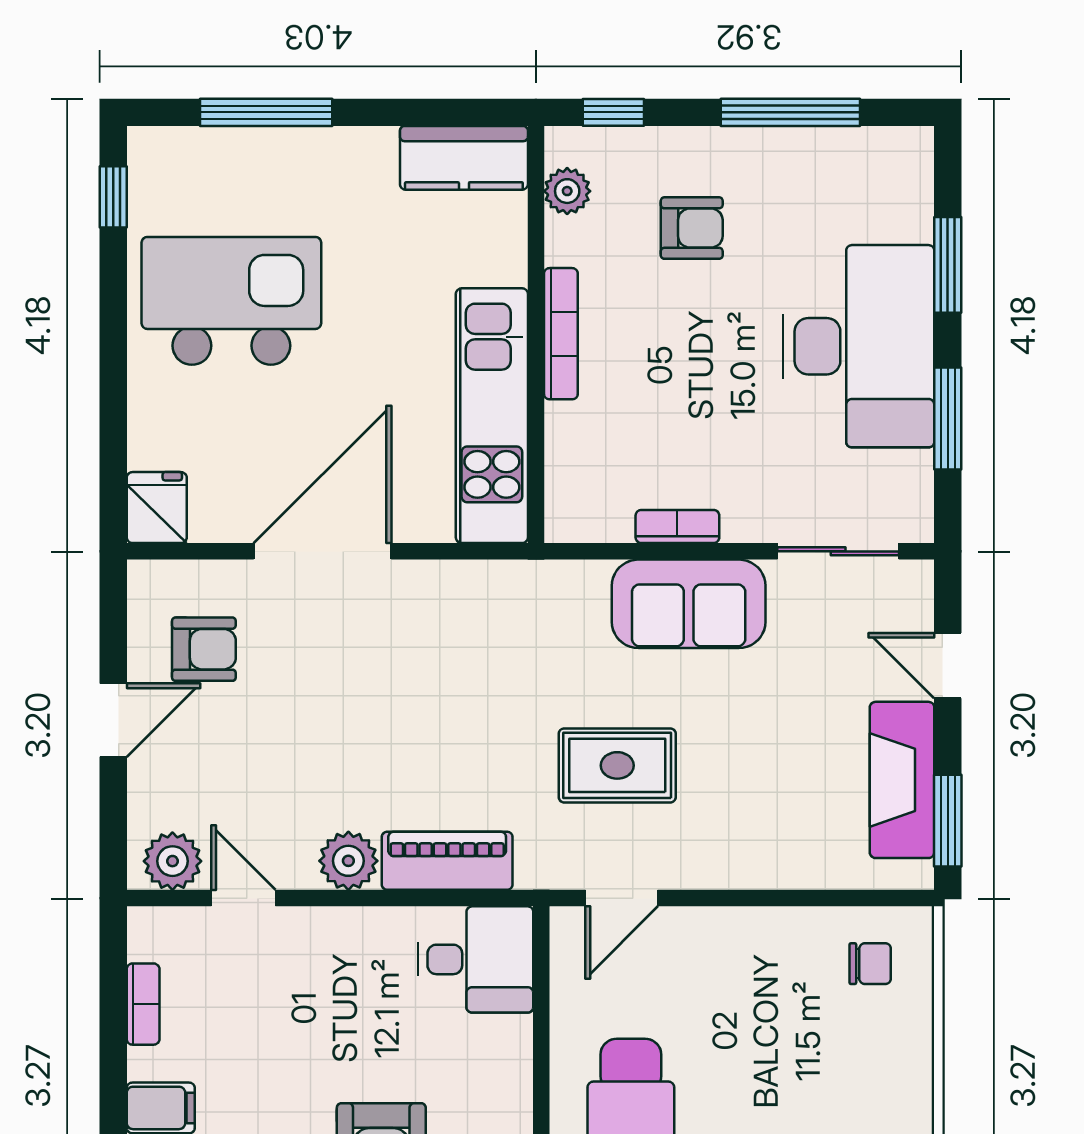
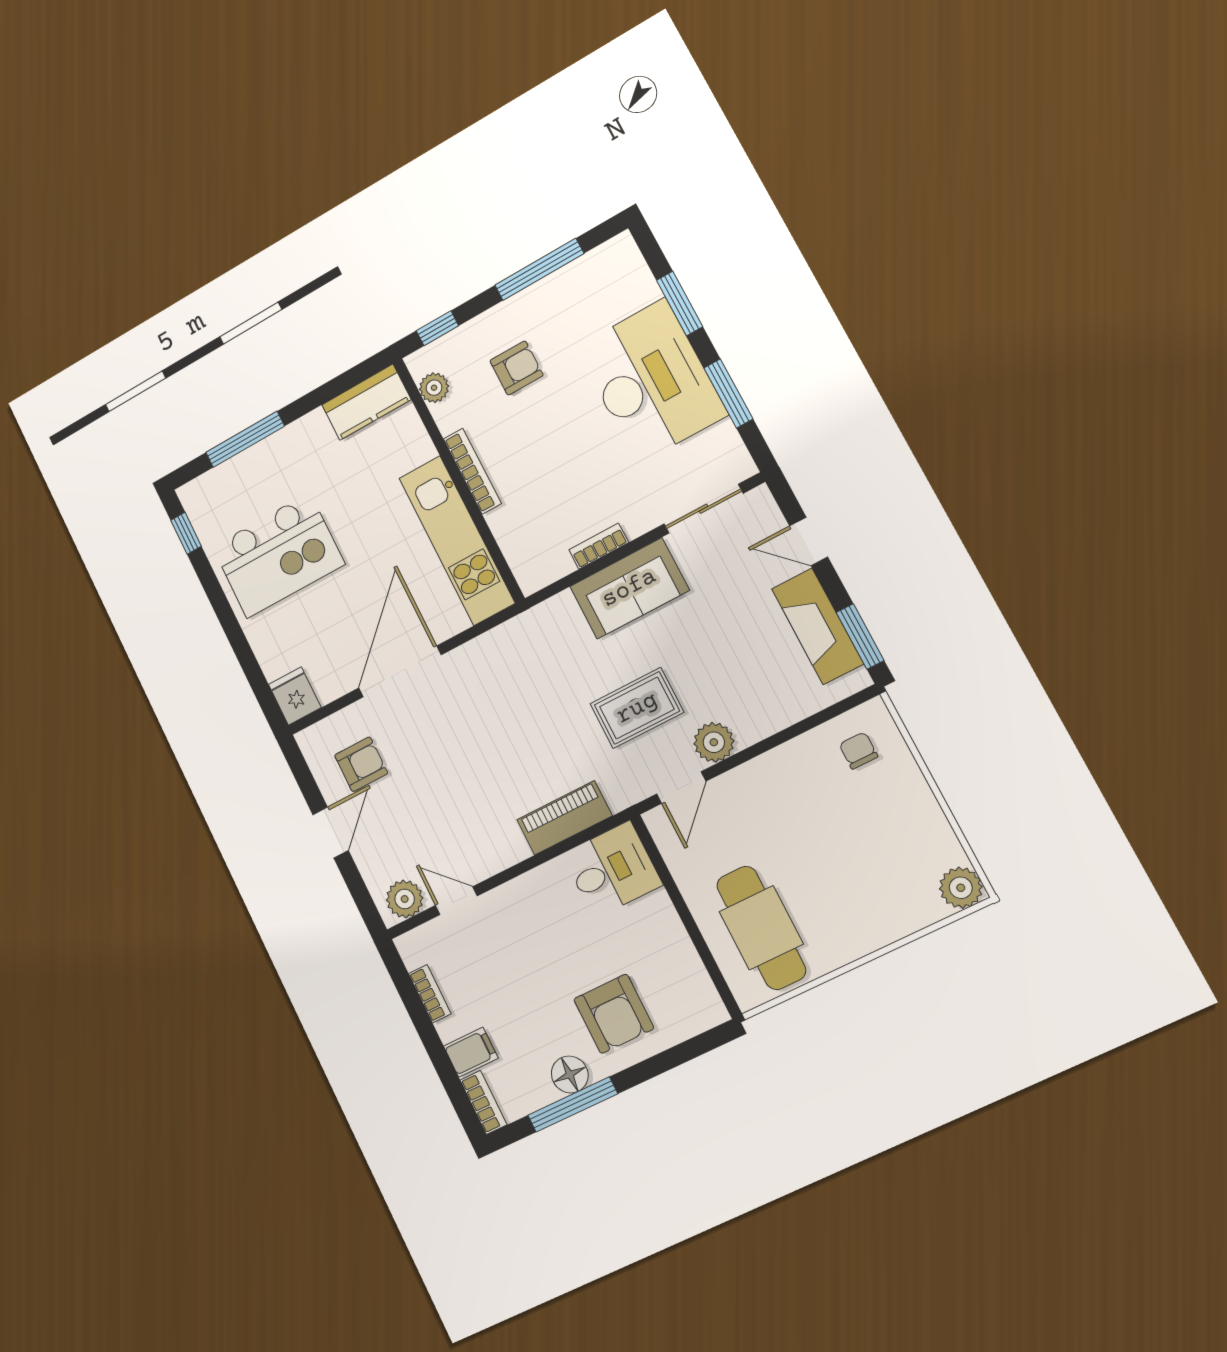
kitchen island: (231, 301) -> (278, 556), turned 180
plant: (348, 861) -> (714, 742), moved
chair: (870, 964) -> (858, 750), turned -90

